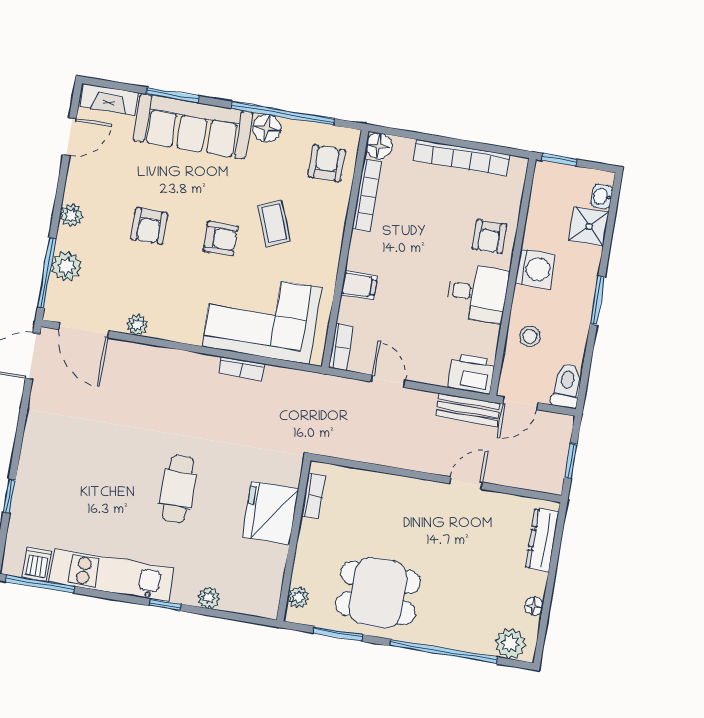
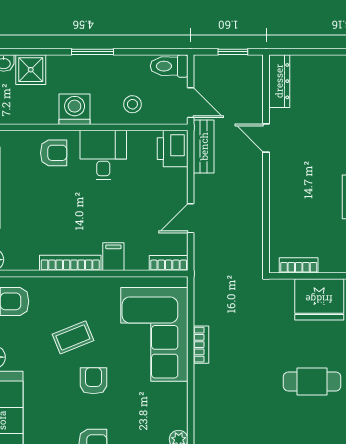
bookcase: (367, 195) -> (70, 263), moved
dresser: (542, 540) -> (279, 81), moved, turned -90

